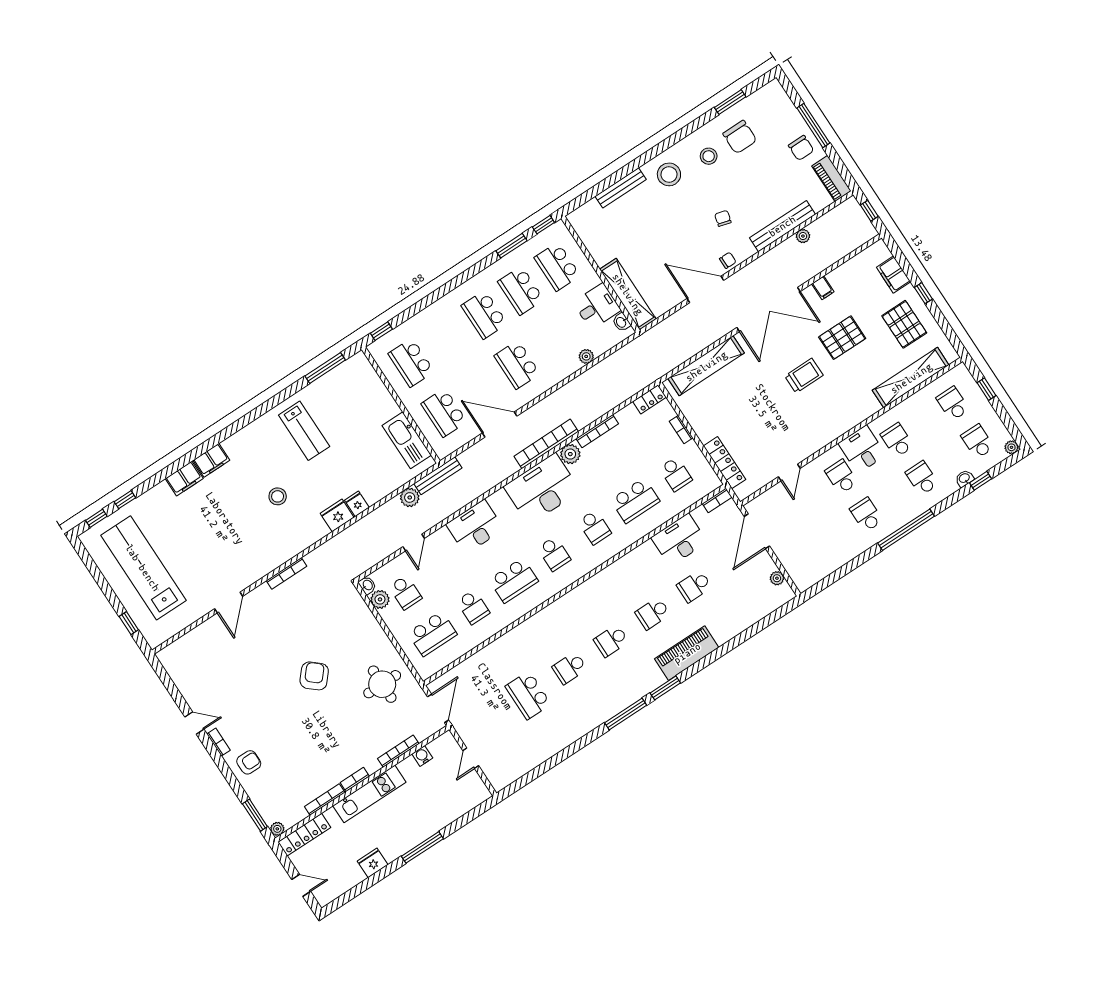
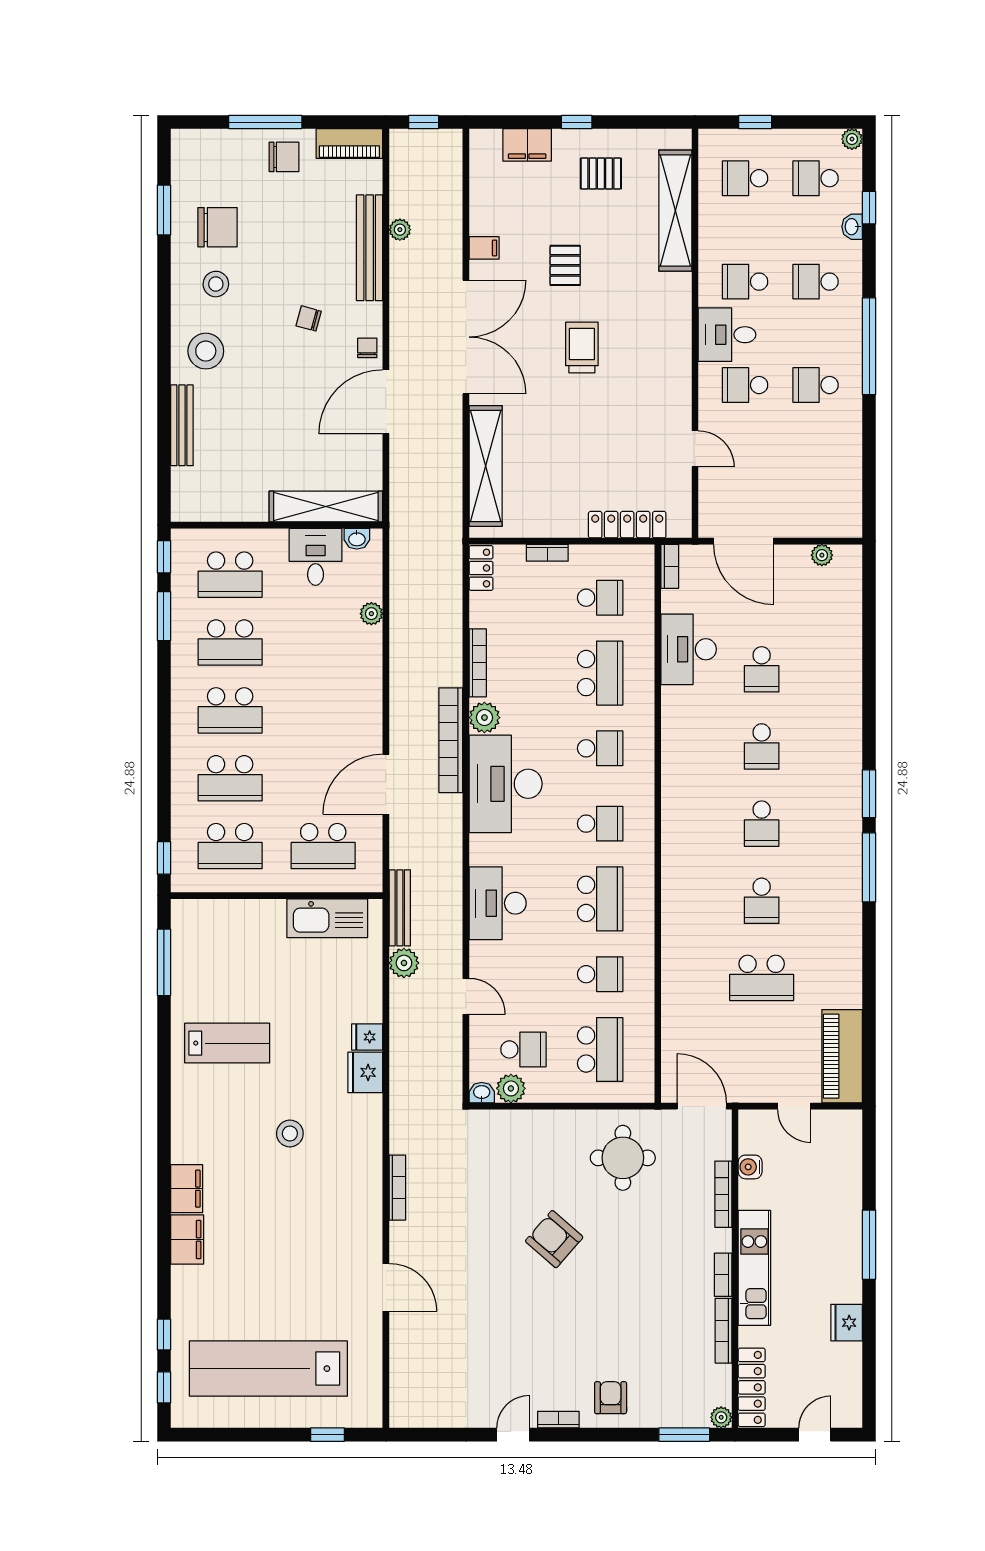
pallet: (904, 324) -> (601, 173), width x0.67, depth x0.71
pallet: (842, 338) -> (565, 265), width x0.67, depth x0.71
school desk: (517, 365) -> (230, 778), moved
piano: (687, 653) -> (842, 1056), moved

